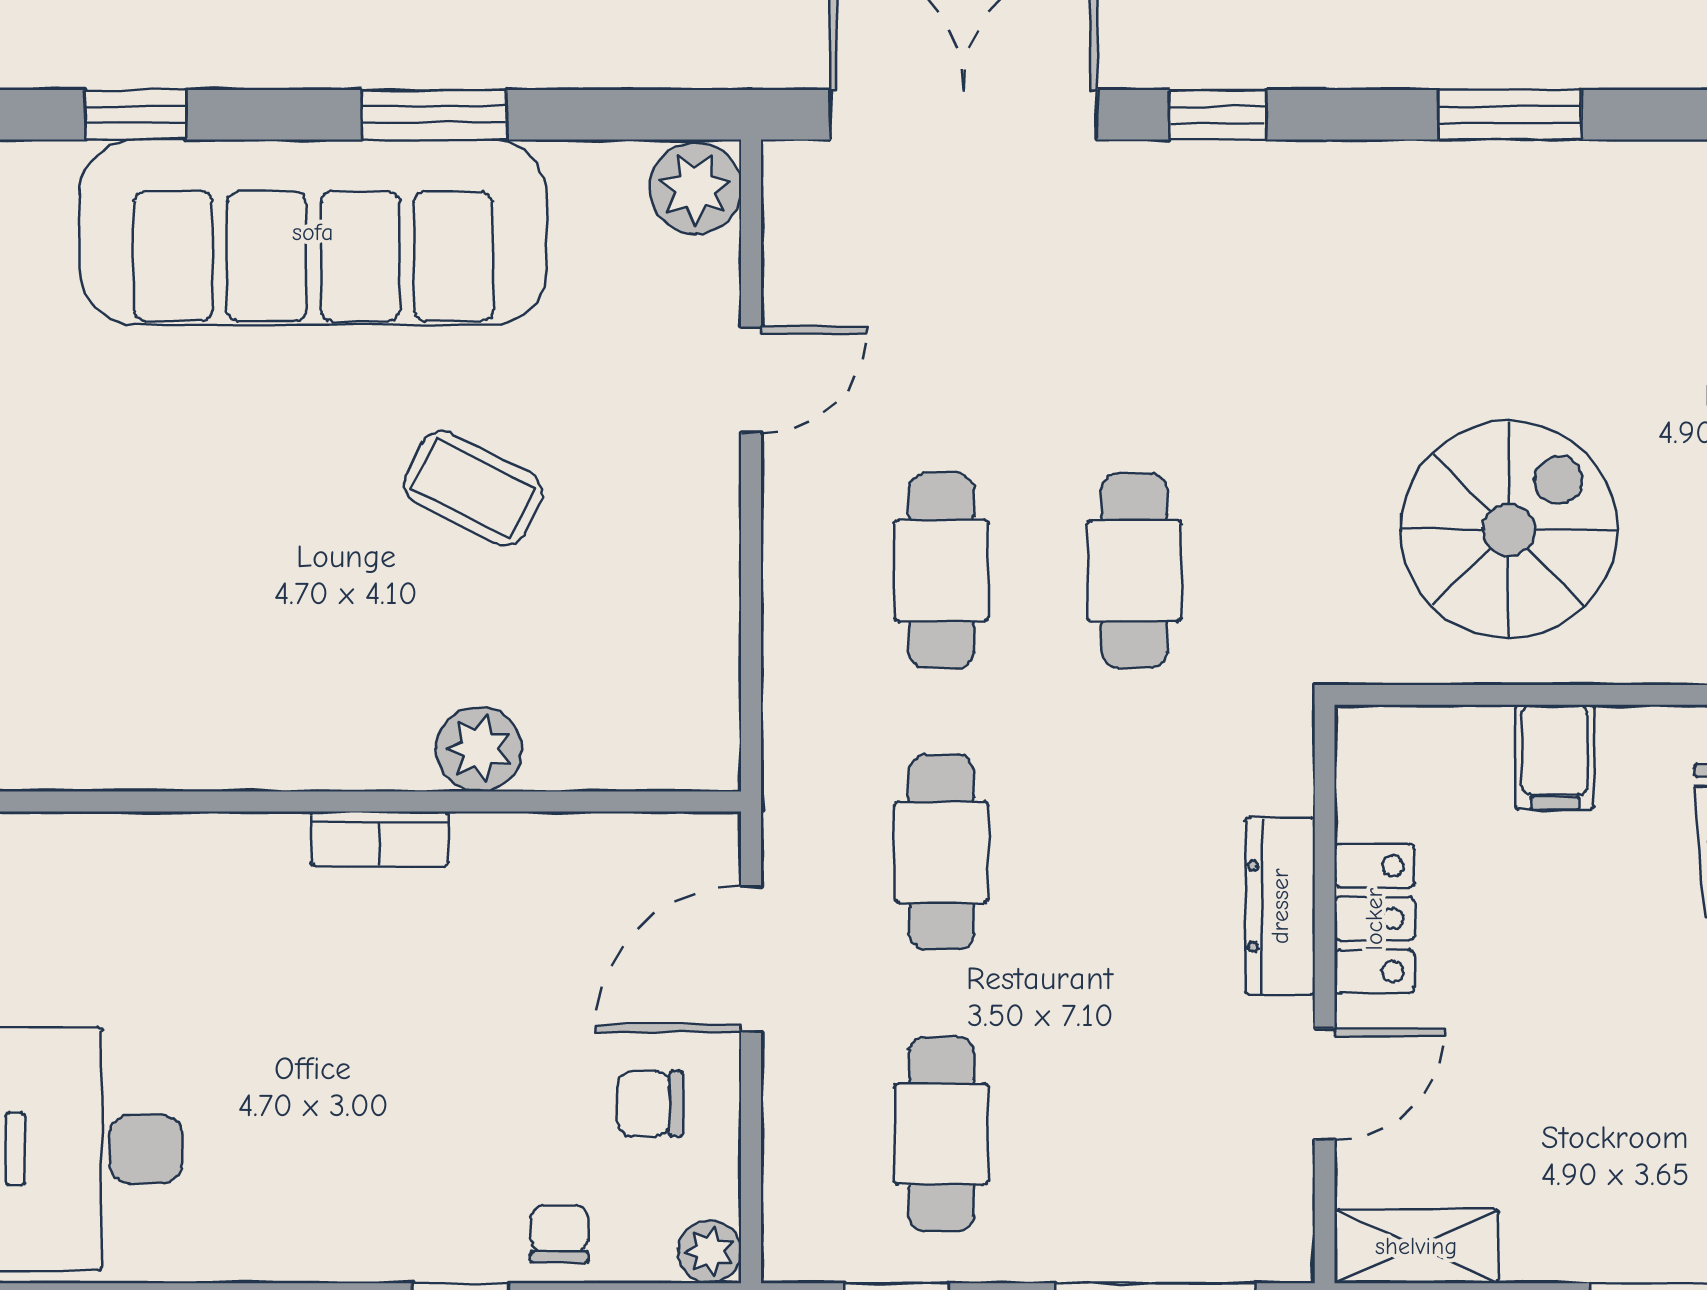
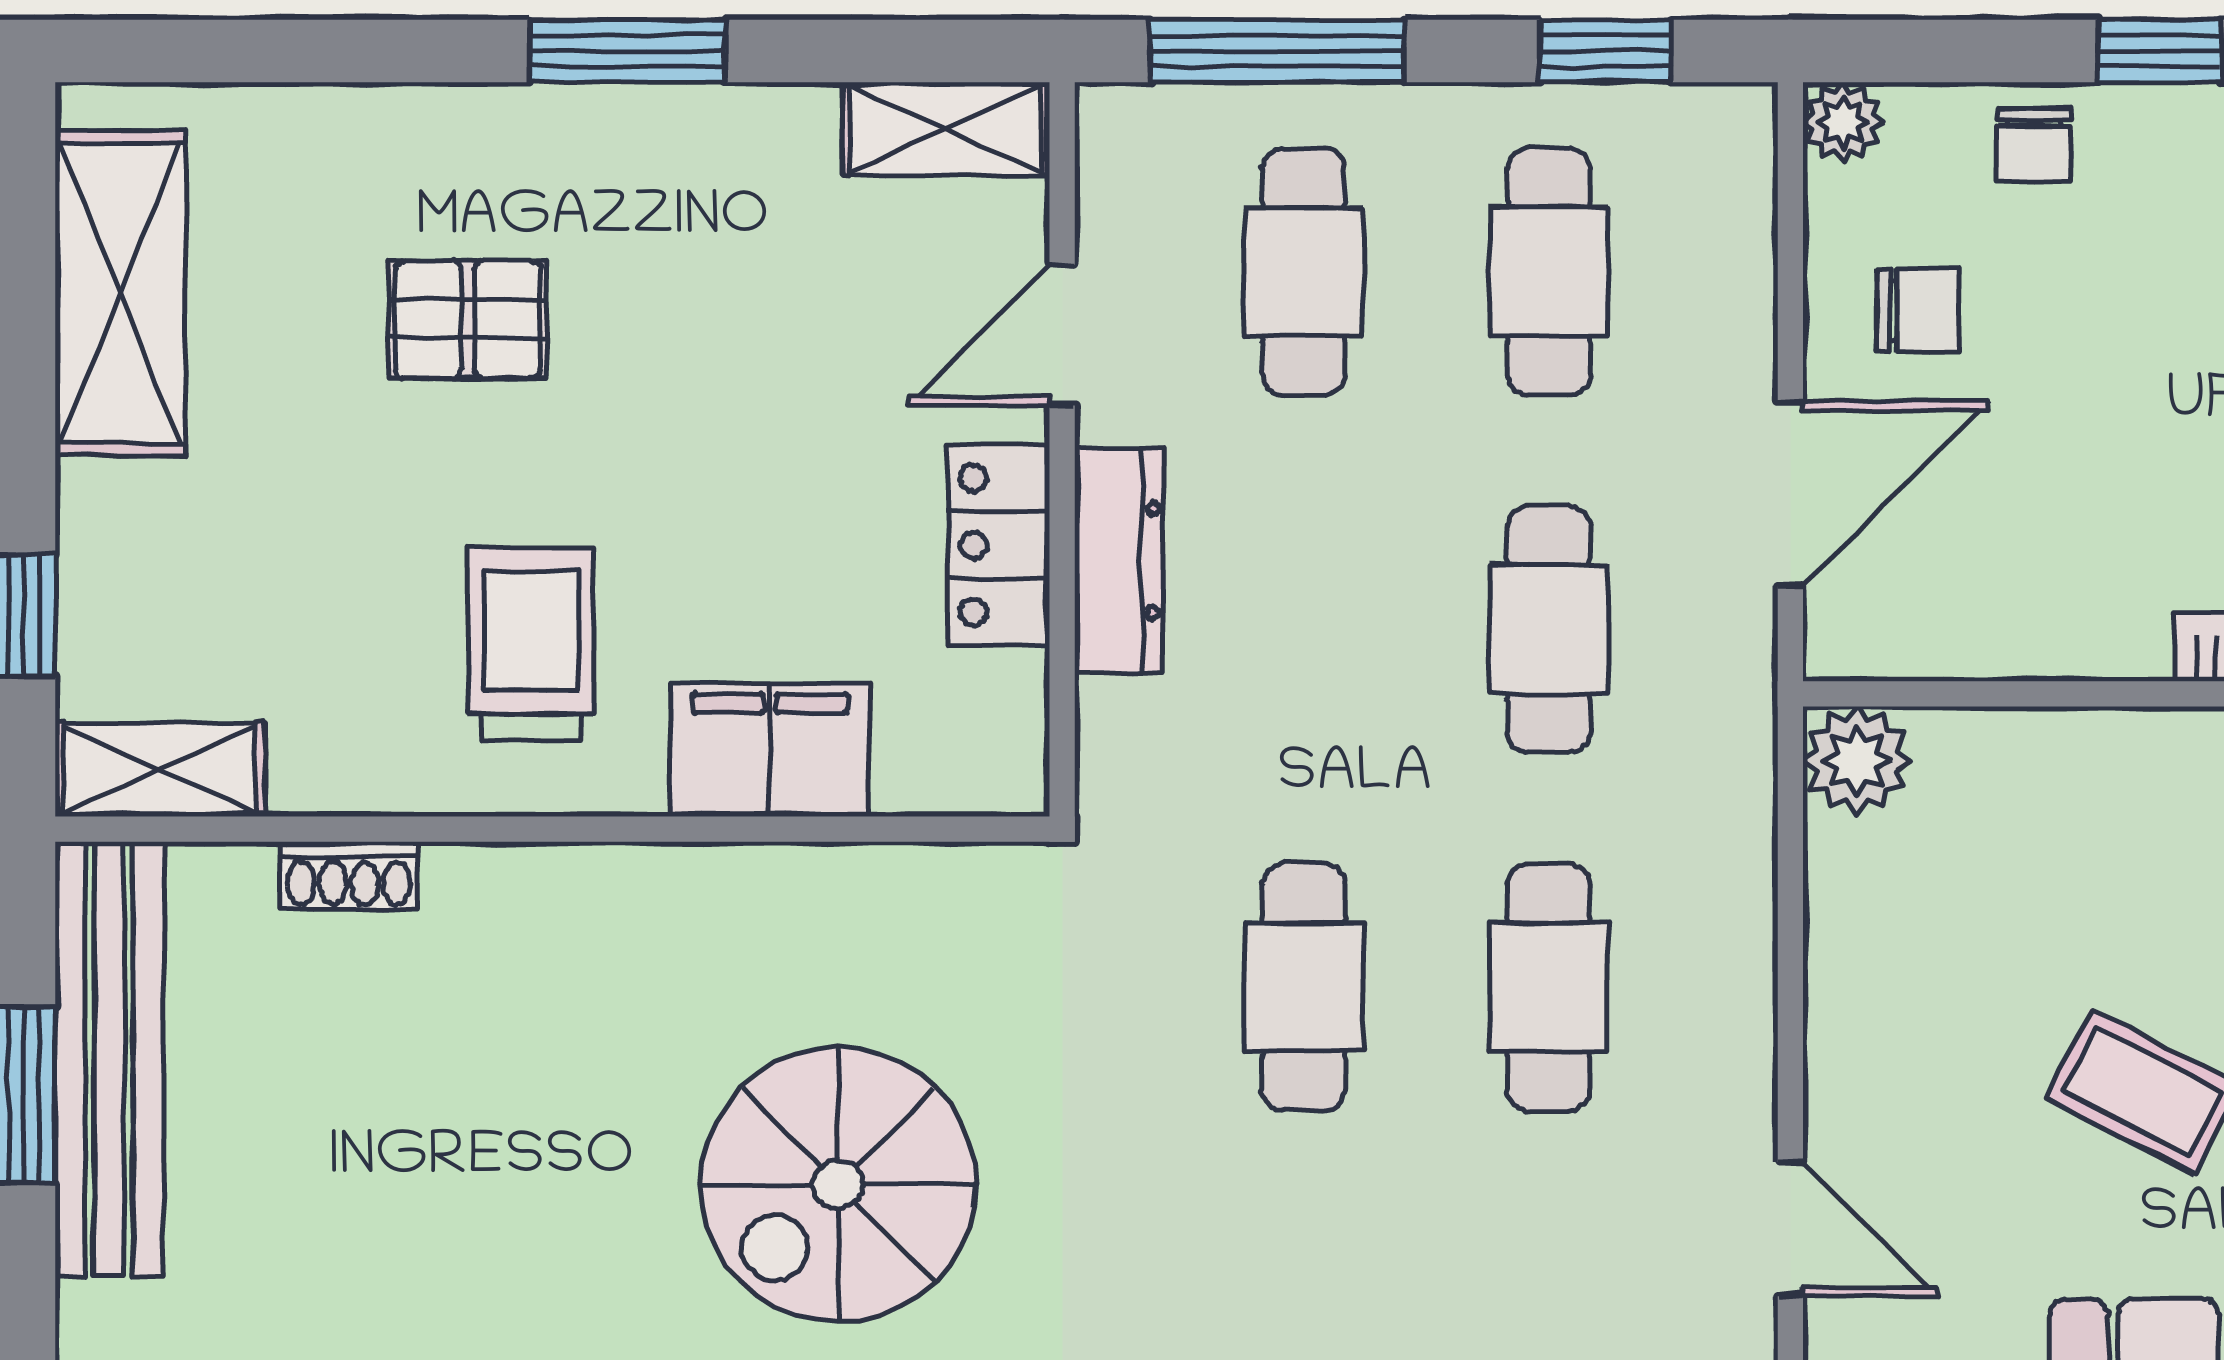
door: (751, 380) -> (1790, 1229), swing flipped
spiral stairs: (1509, 530) -> (838, 1184), moved
plant: (479, 749) -> (1857, 760), moved
filing cabinet: (1555, 757) -> (770, 750), width x2.00
cafe table: (1134, 1134) -> (1304, 272), added

